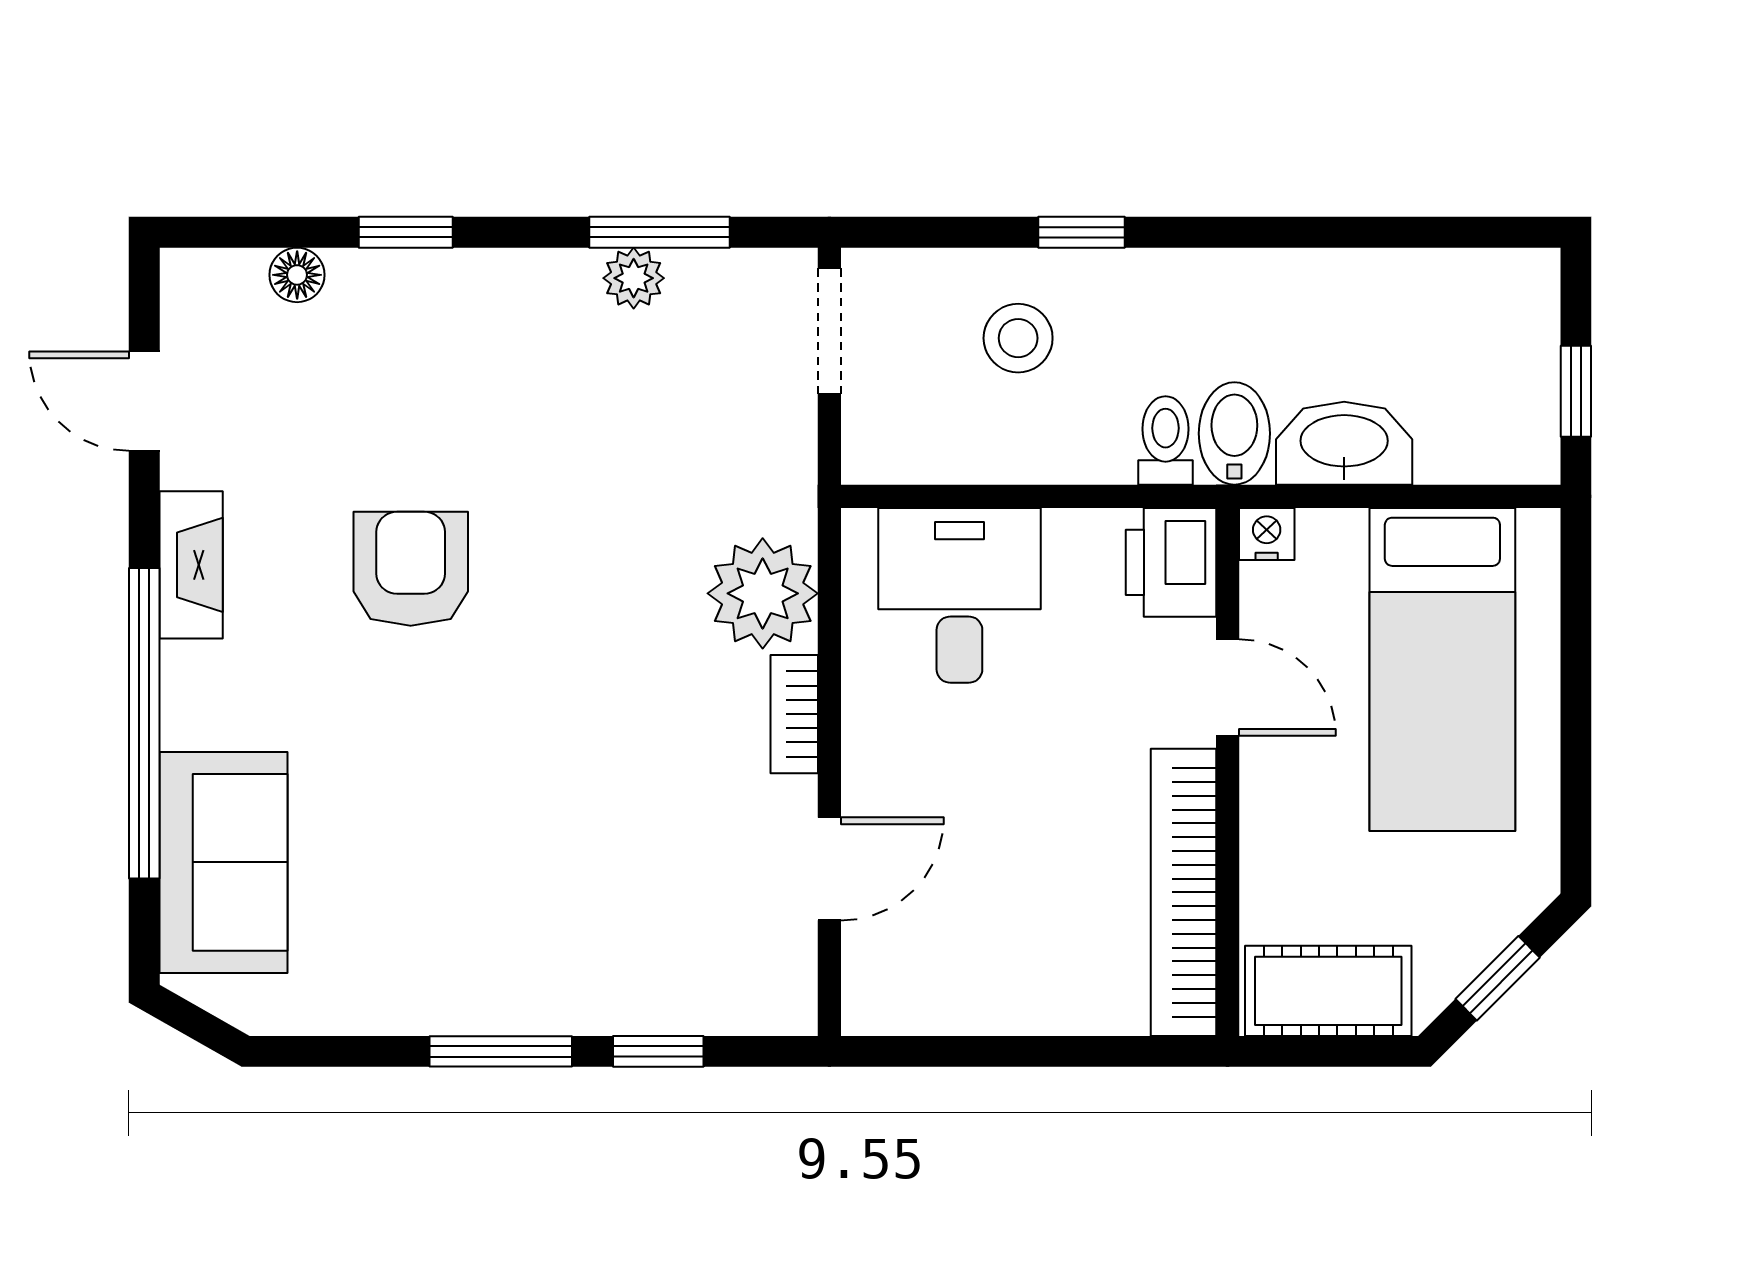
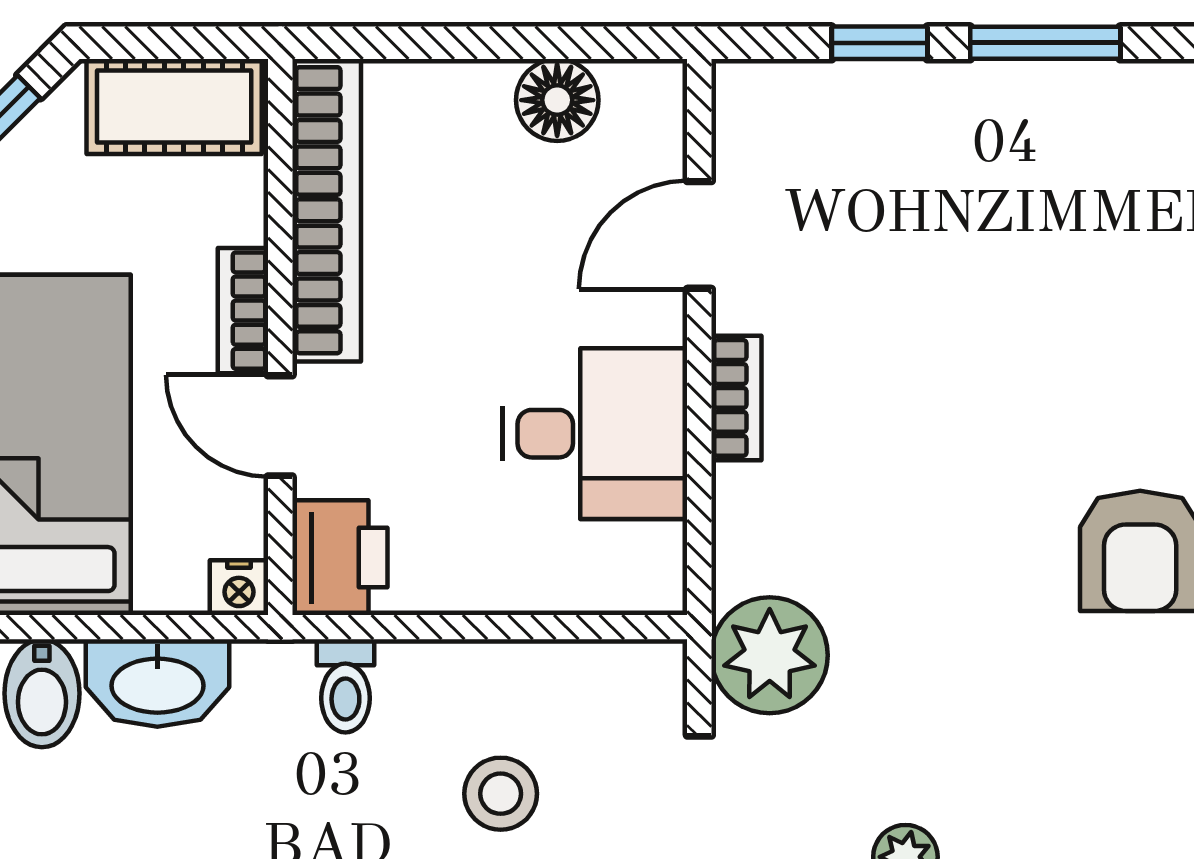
bidet: (1234, 433) -> (42, 693), moved
plant: (763, 593) -> (770, 655), moved
desk: (959, 595) -> (595, 434), moved, turned -90
bookcase: (1263, 797) -> (243, 311), added
floor lamp: (964, 997) -> (557, 100), added

